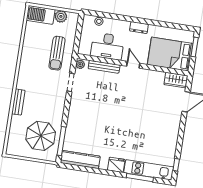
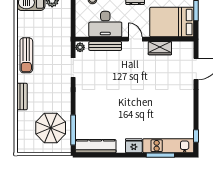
sun lounger: (57, 53) -> (26, 55), moved
wardrobe: (176, 80) -> (160, 48), moved

